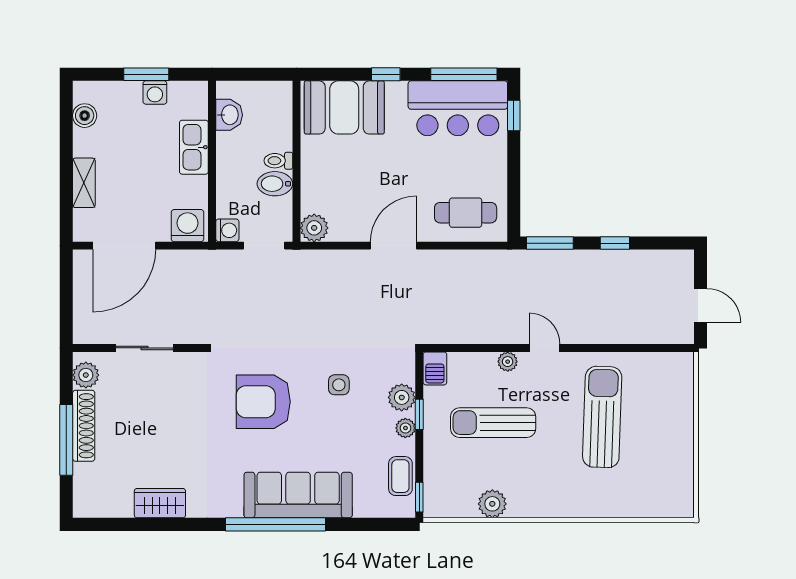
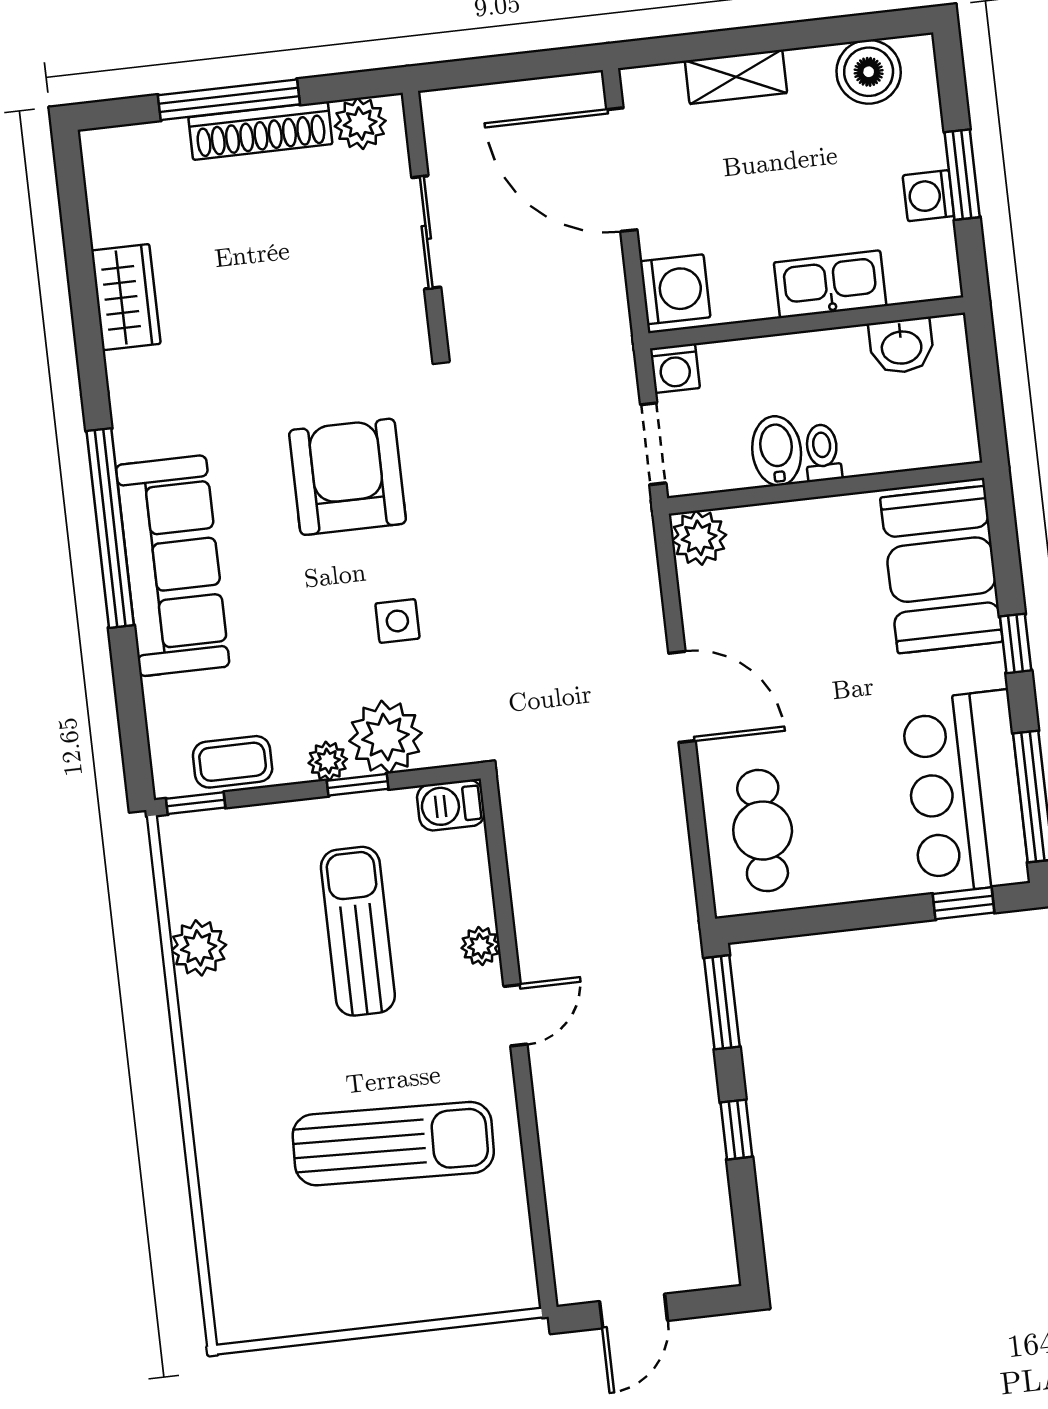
boiler: (85, 116) -> (869, 72), width x1.36, depth x1.36
plant: (402, 397) -> (386, 737), width x1.36, depth x1.36

